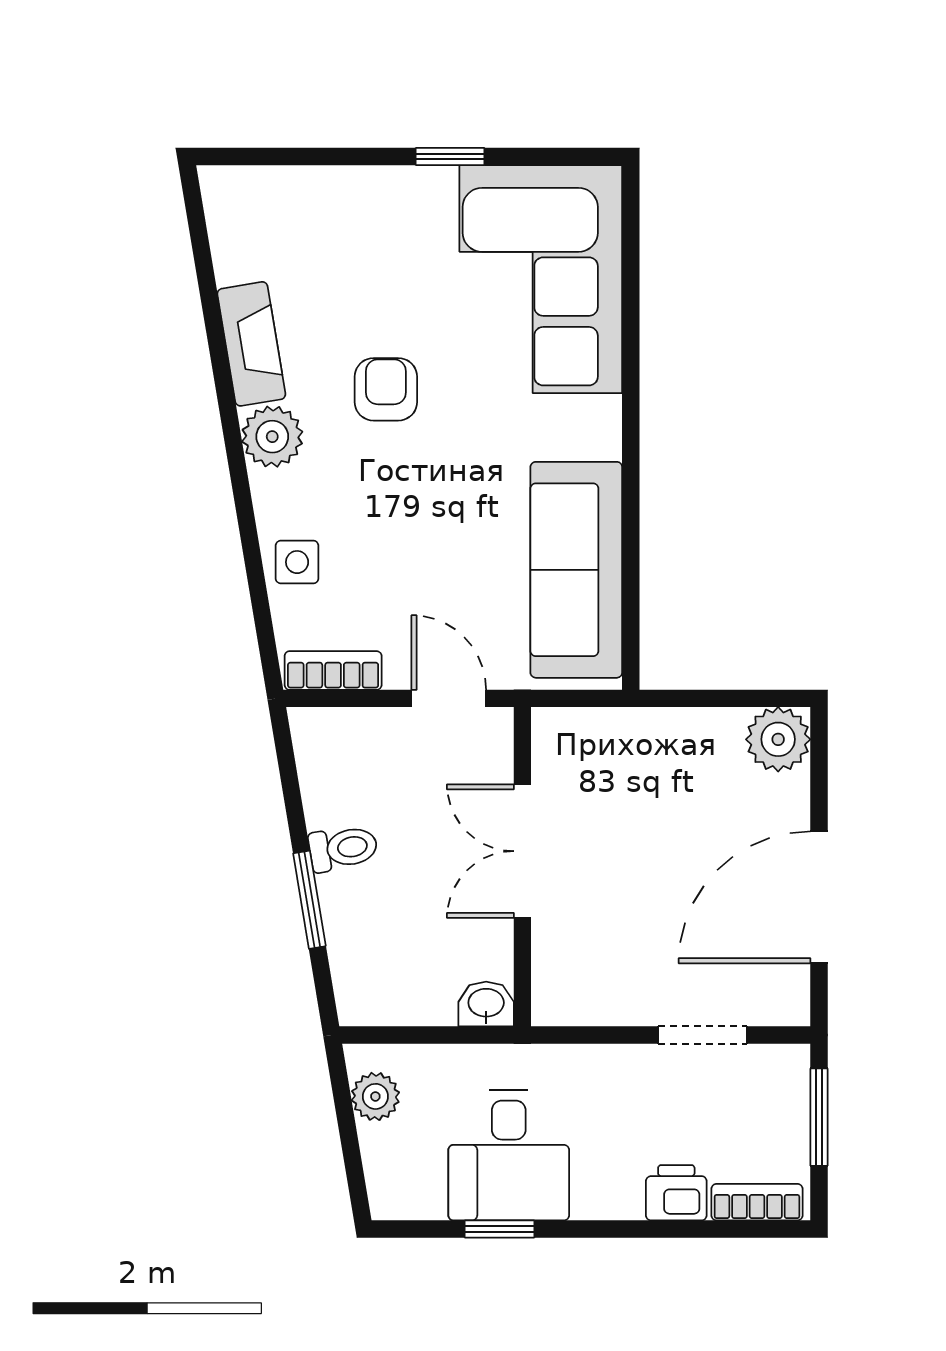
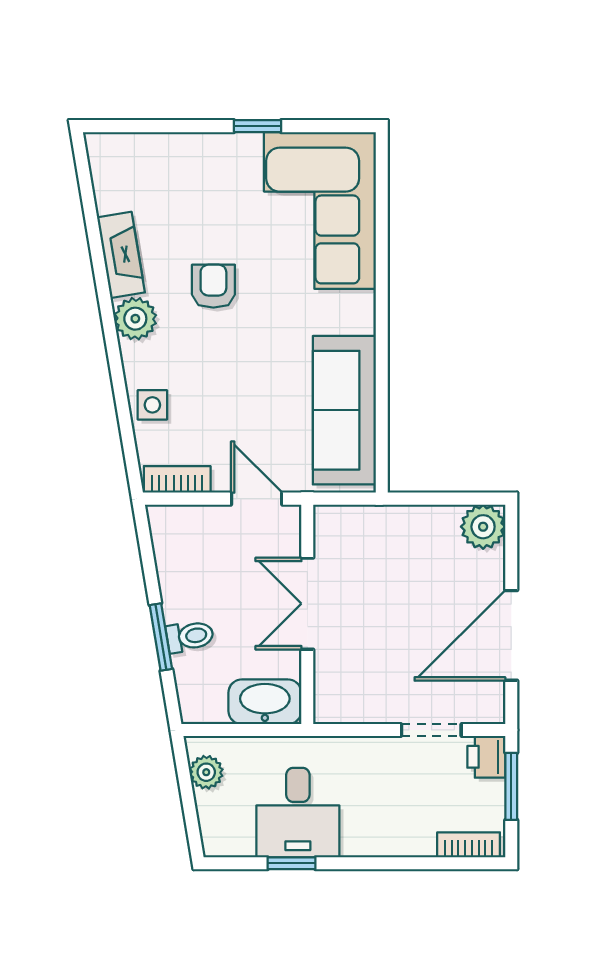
toilet: (343, 848) -> (190, 636), moved
washbasin: (486, 1004) -> (265, 702), width x1.91, depth x1.45
printer: (676, 1193) -> (486, 757), moved, turned -90

